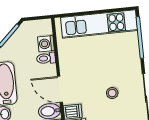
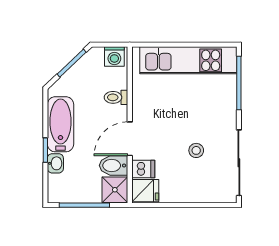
washing machine: (46, 44) -> (114, 57), moved, turned -90
door: (60, 89) -> (130, 139), hinge flipped

